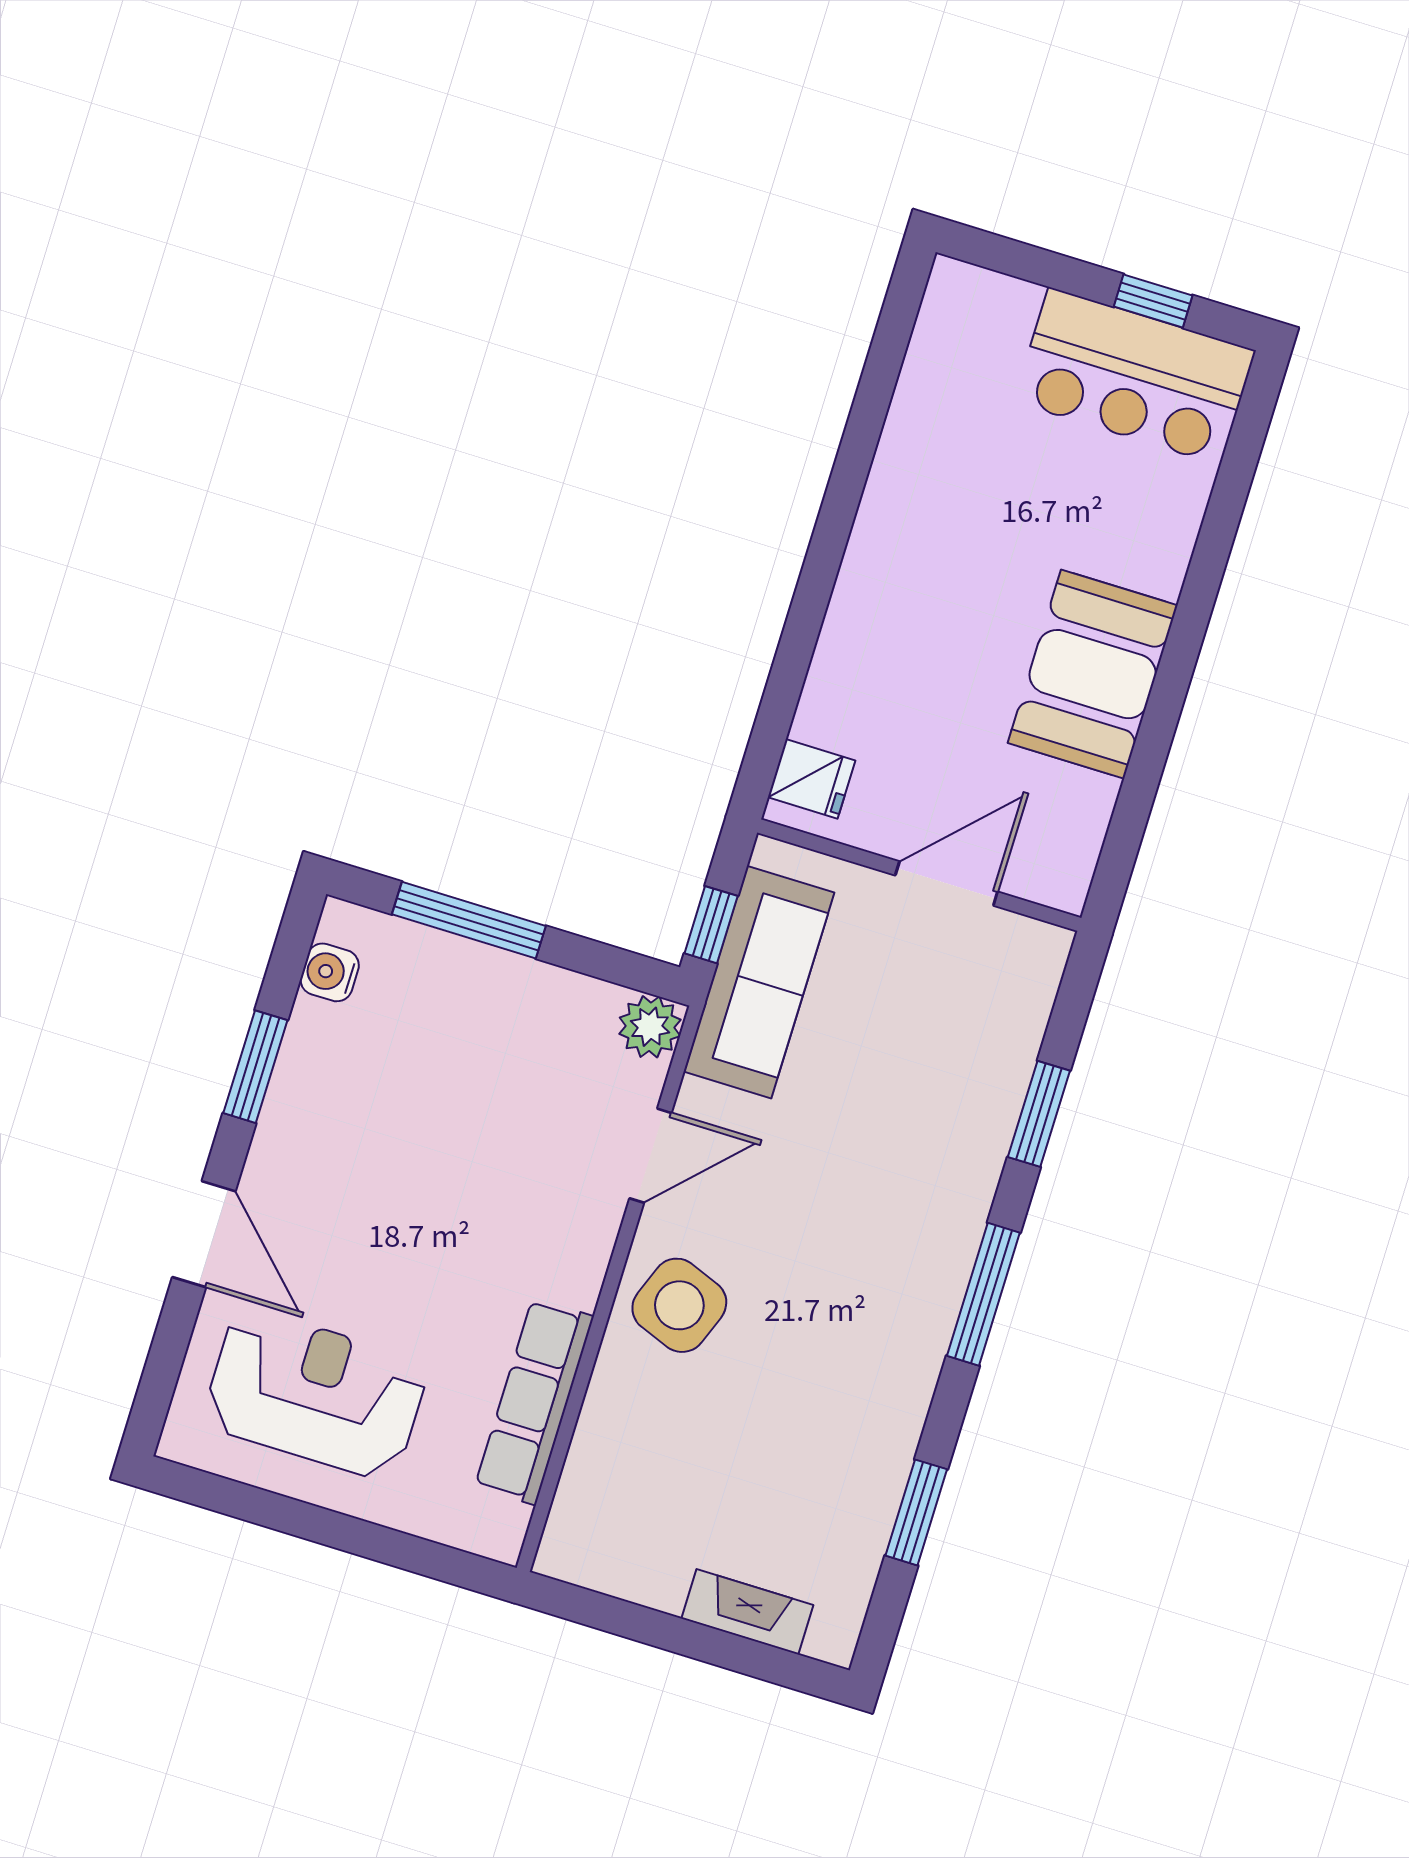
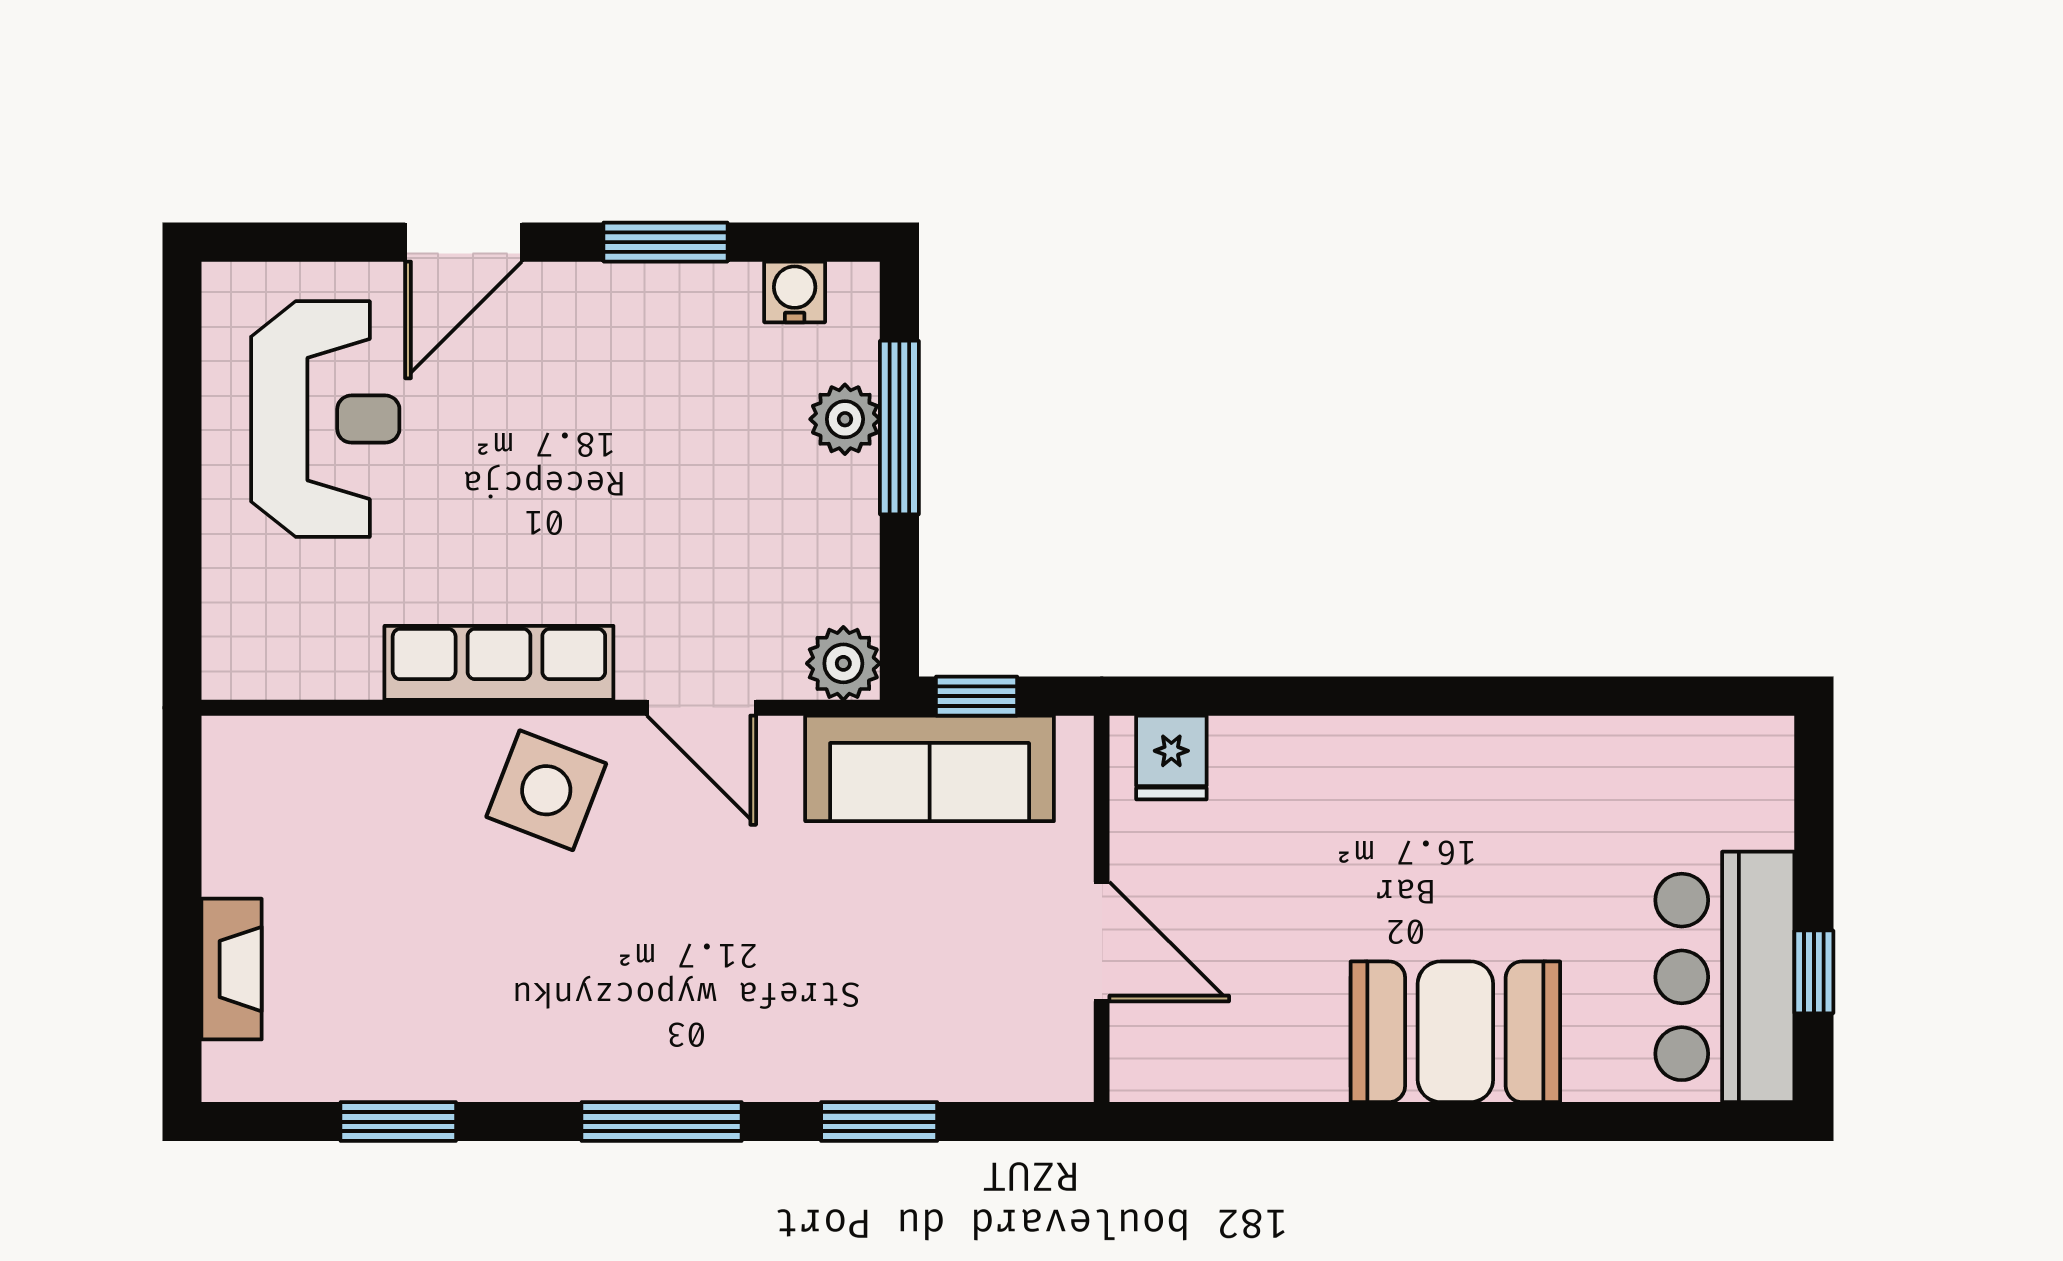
booth: (1093, 674) -> (1455, 1032), moved
plant: (448, 963) -> (845, 419), added
row of seats: (534, 1401) -> (499, 663), moved

